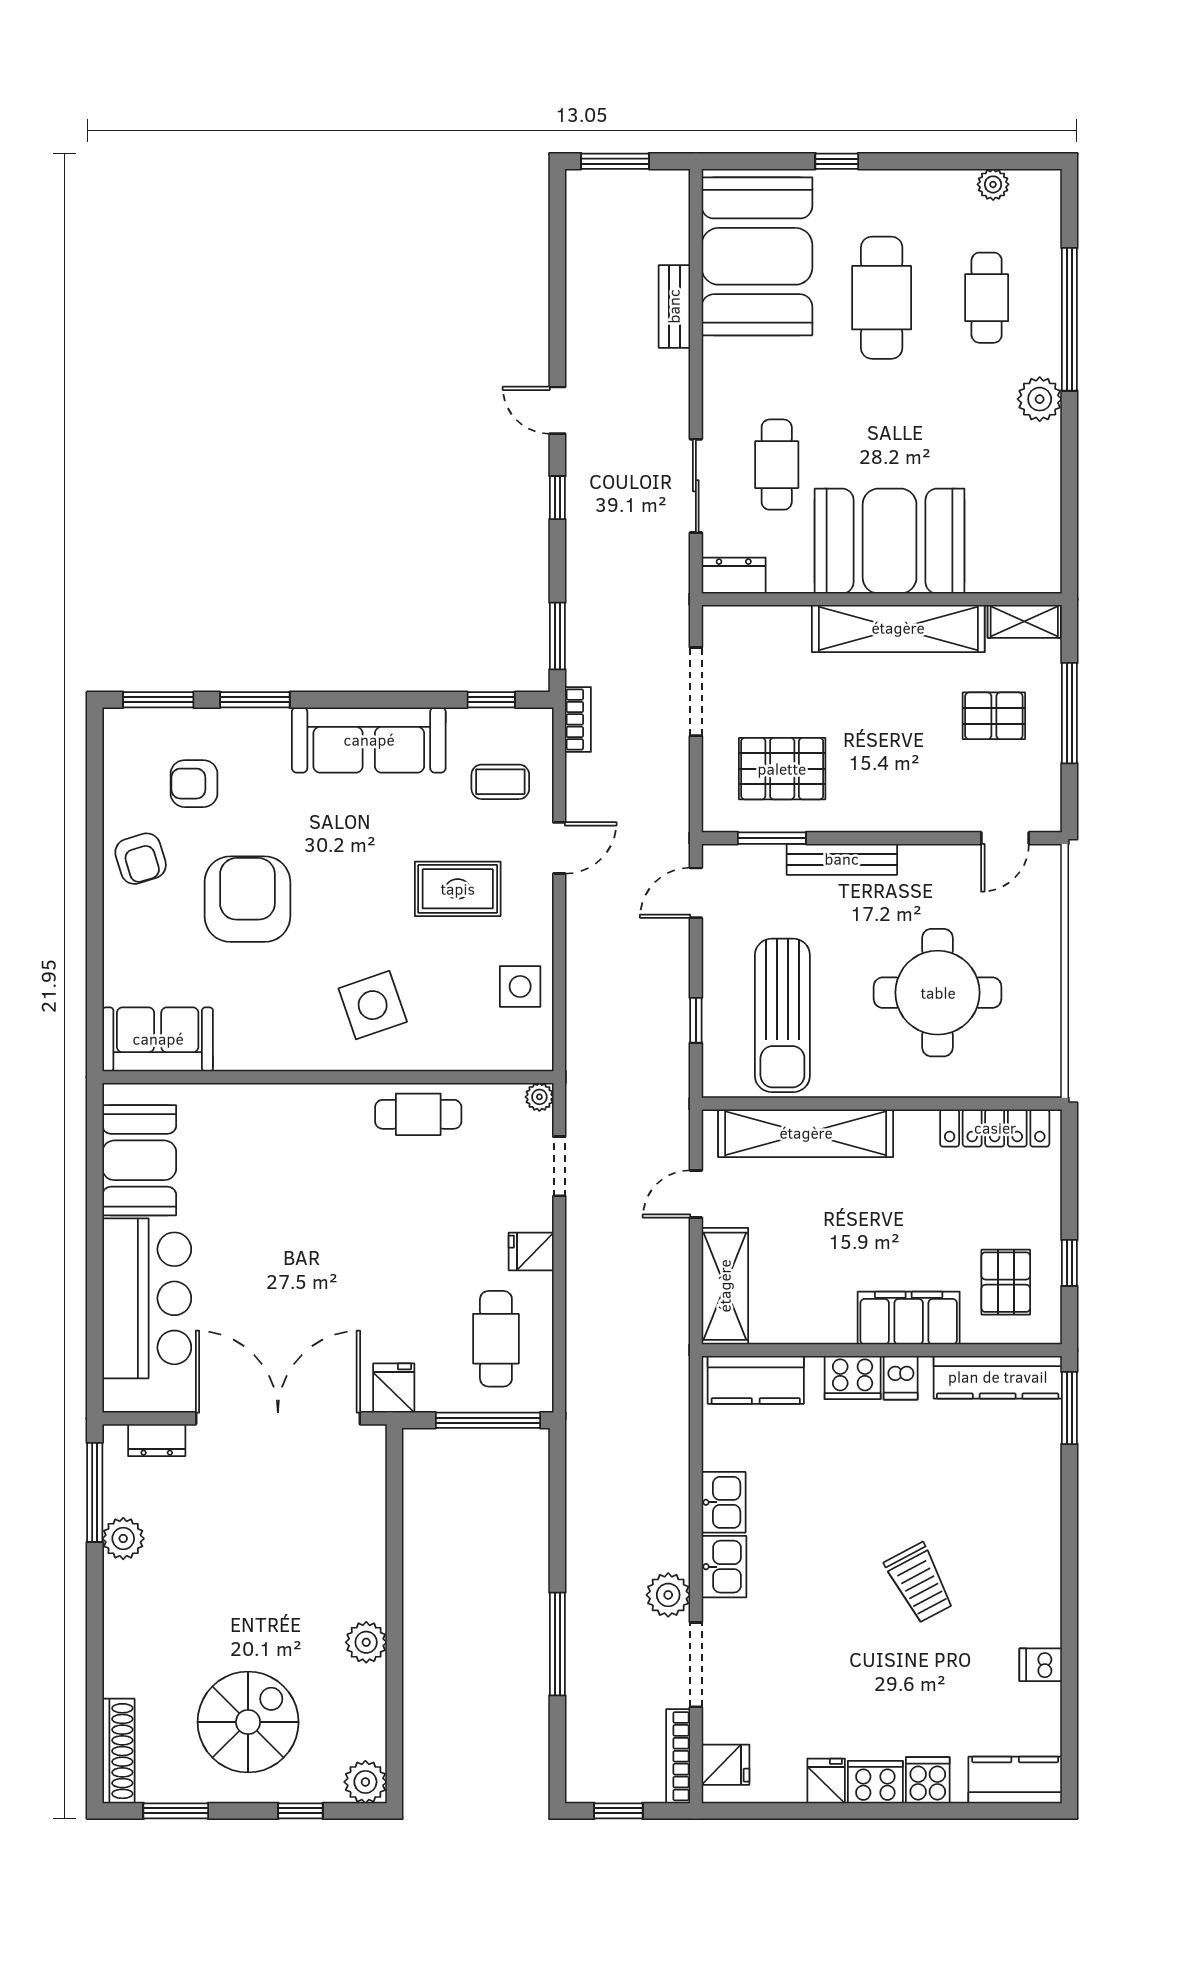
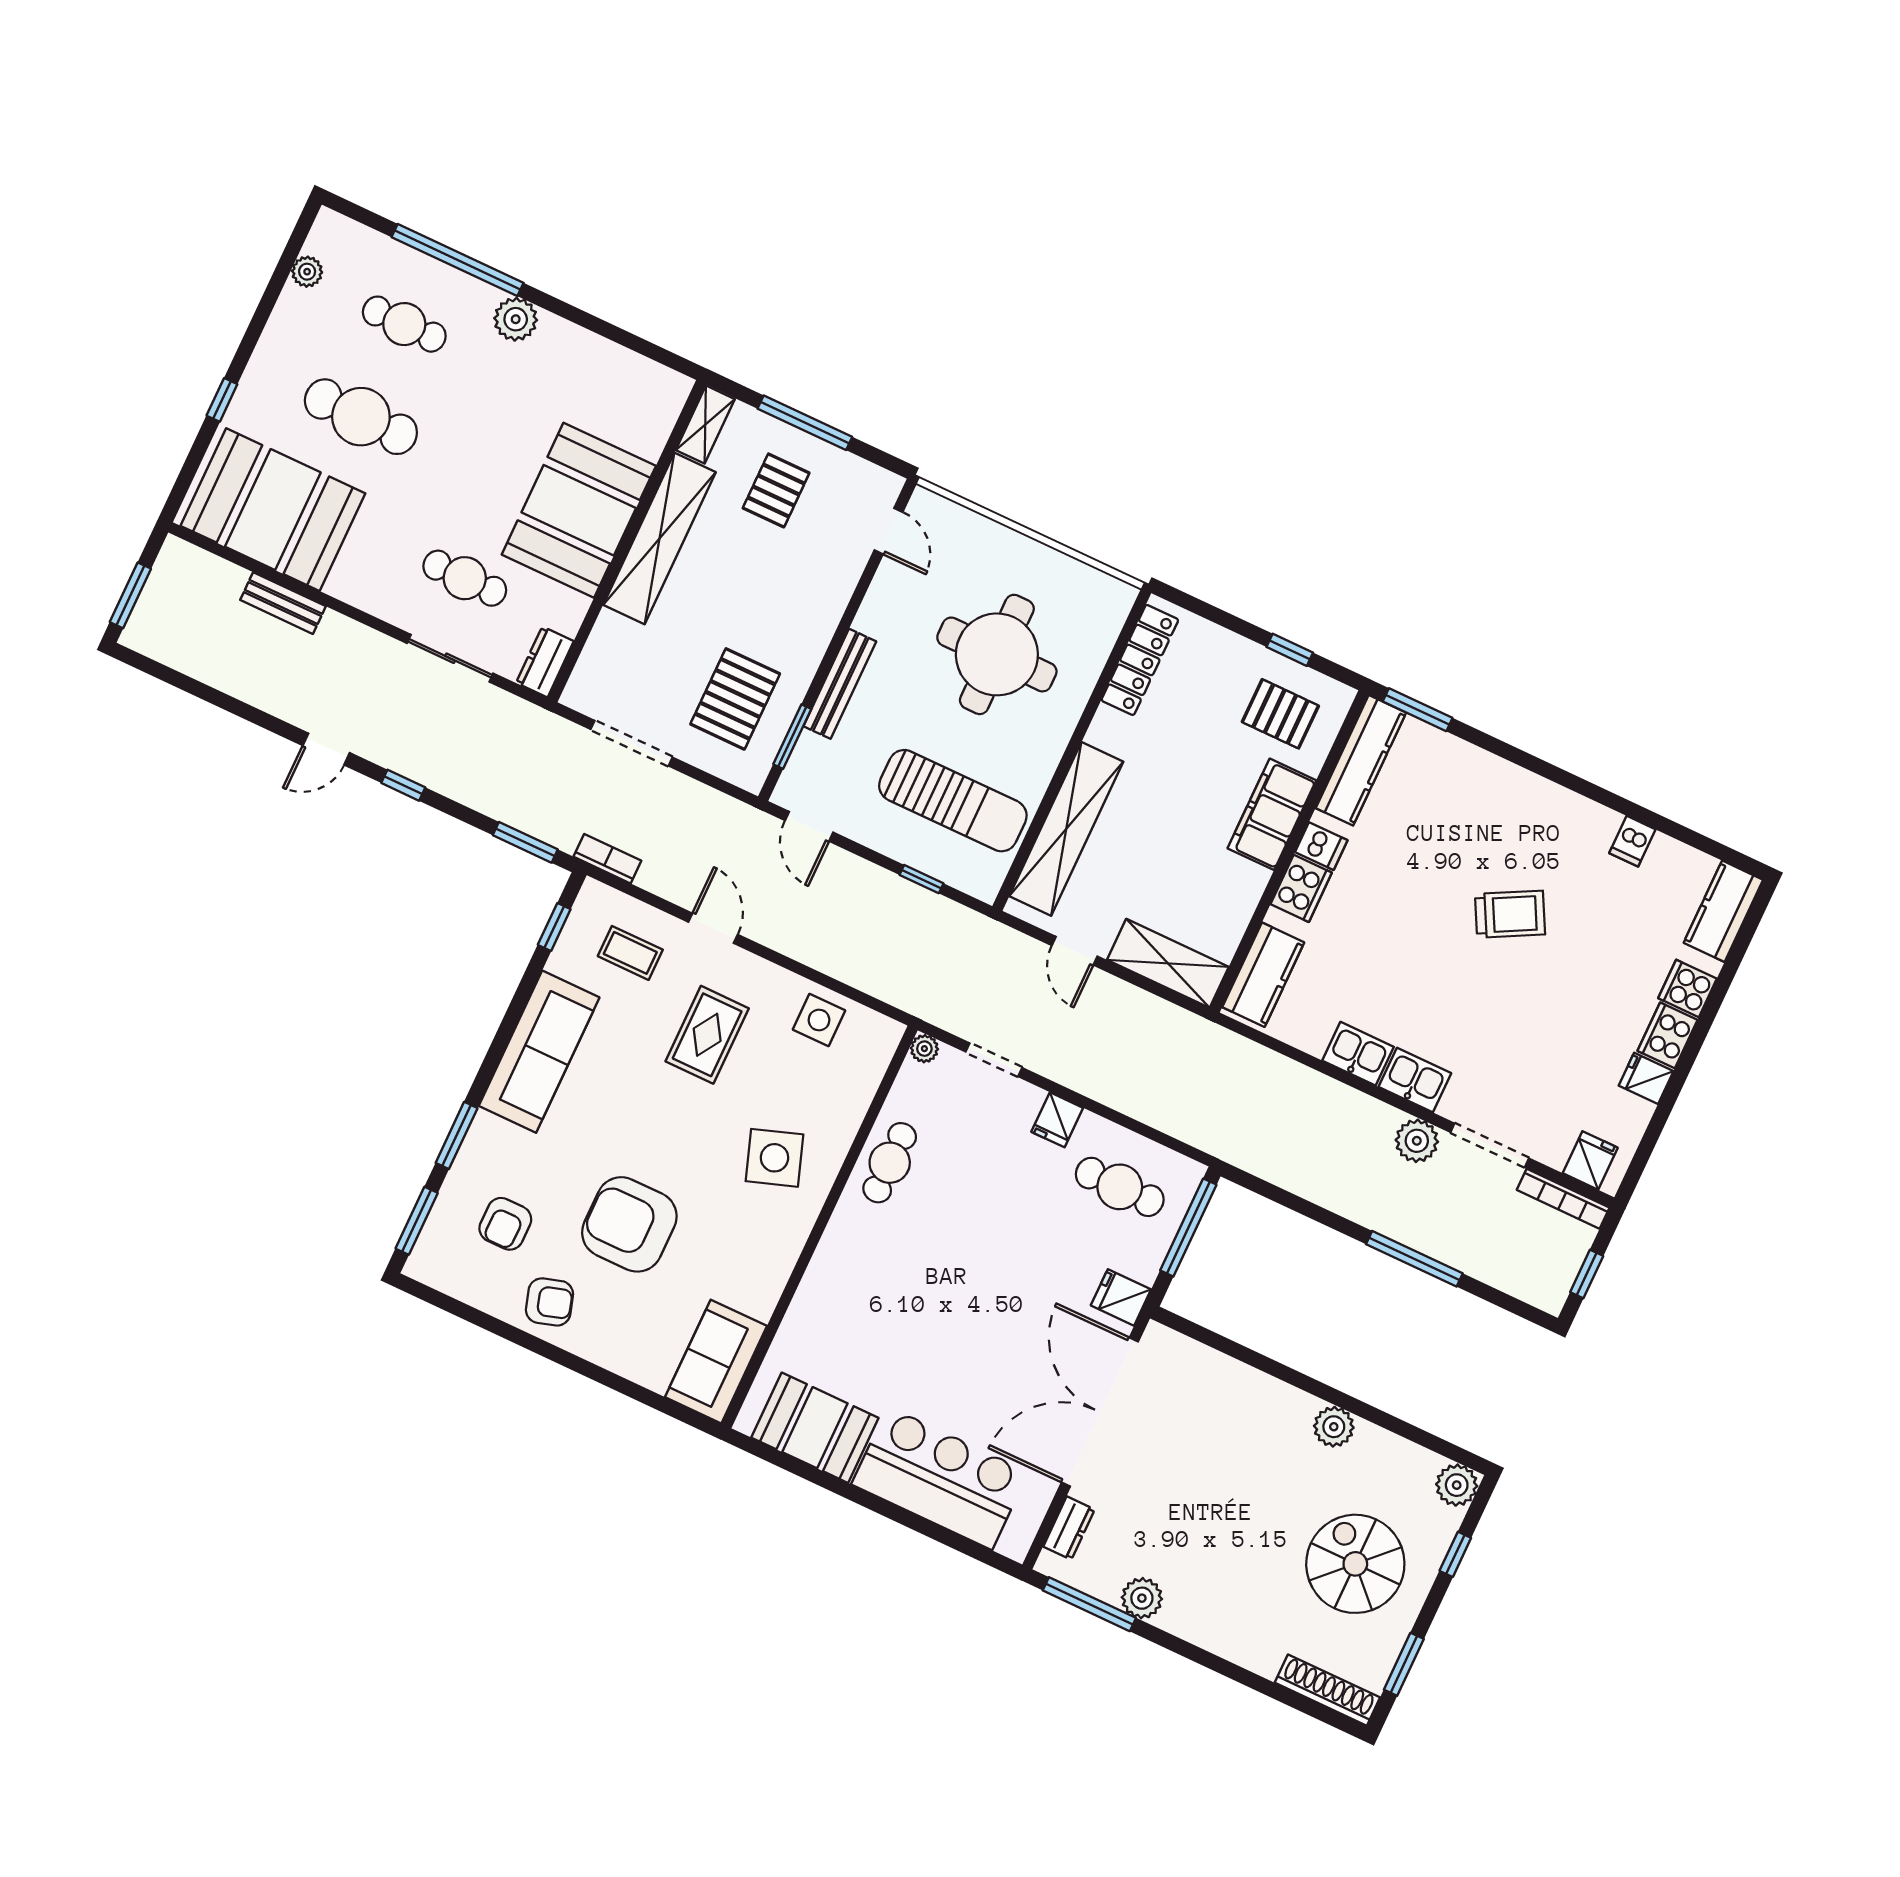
coffee table: (500, 782) -> (630, 953), turned 90

